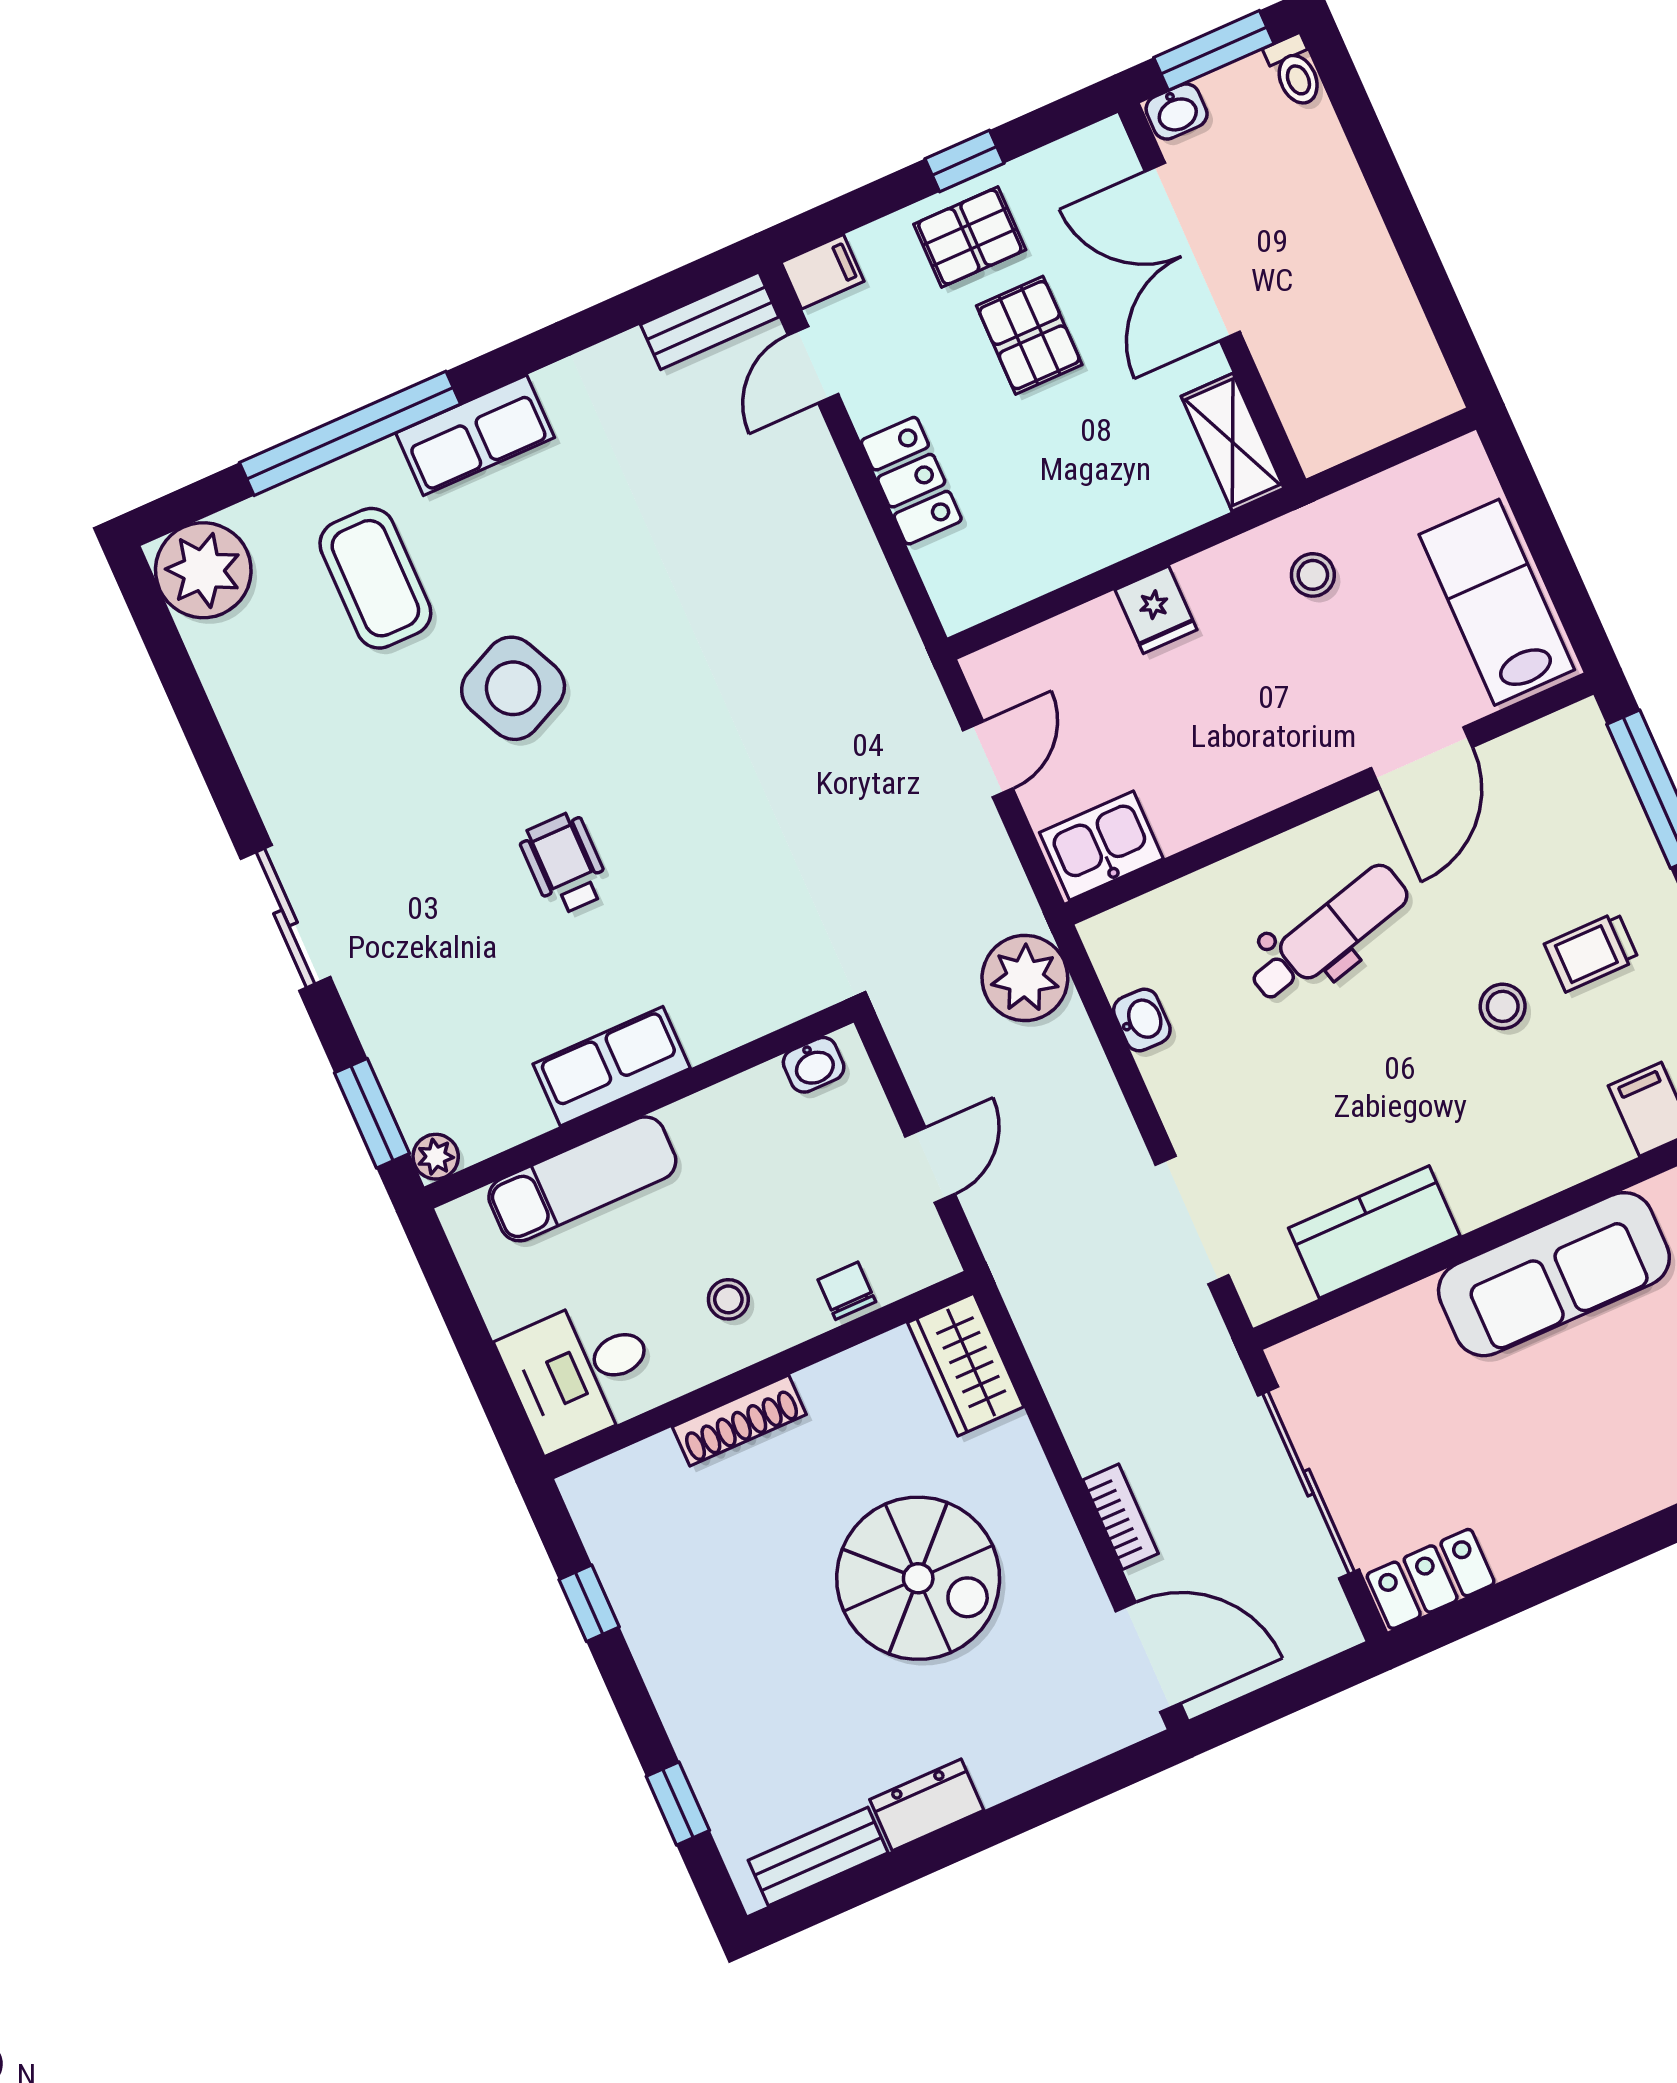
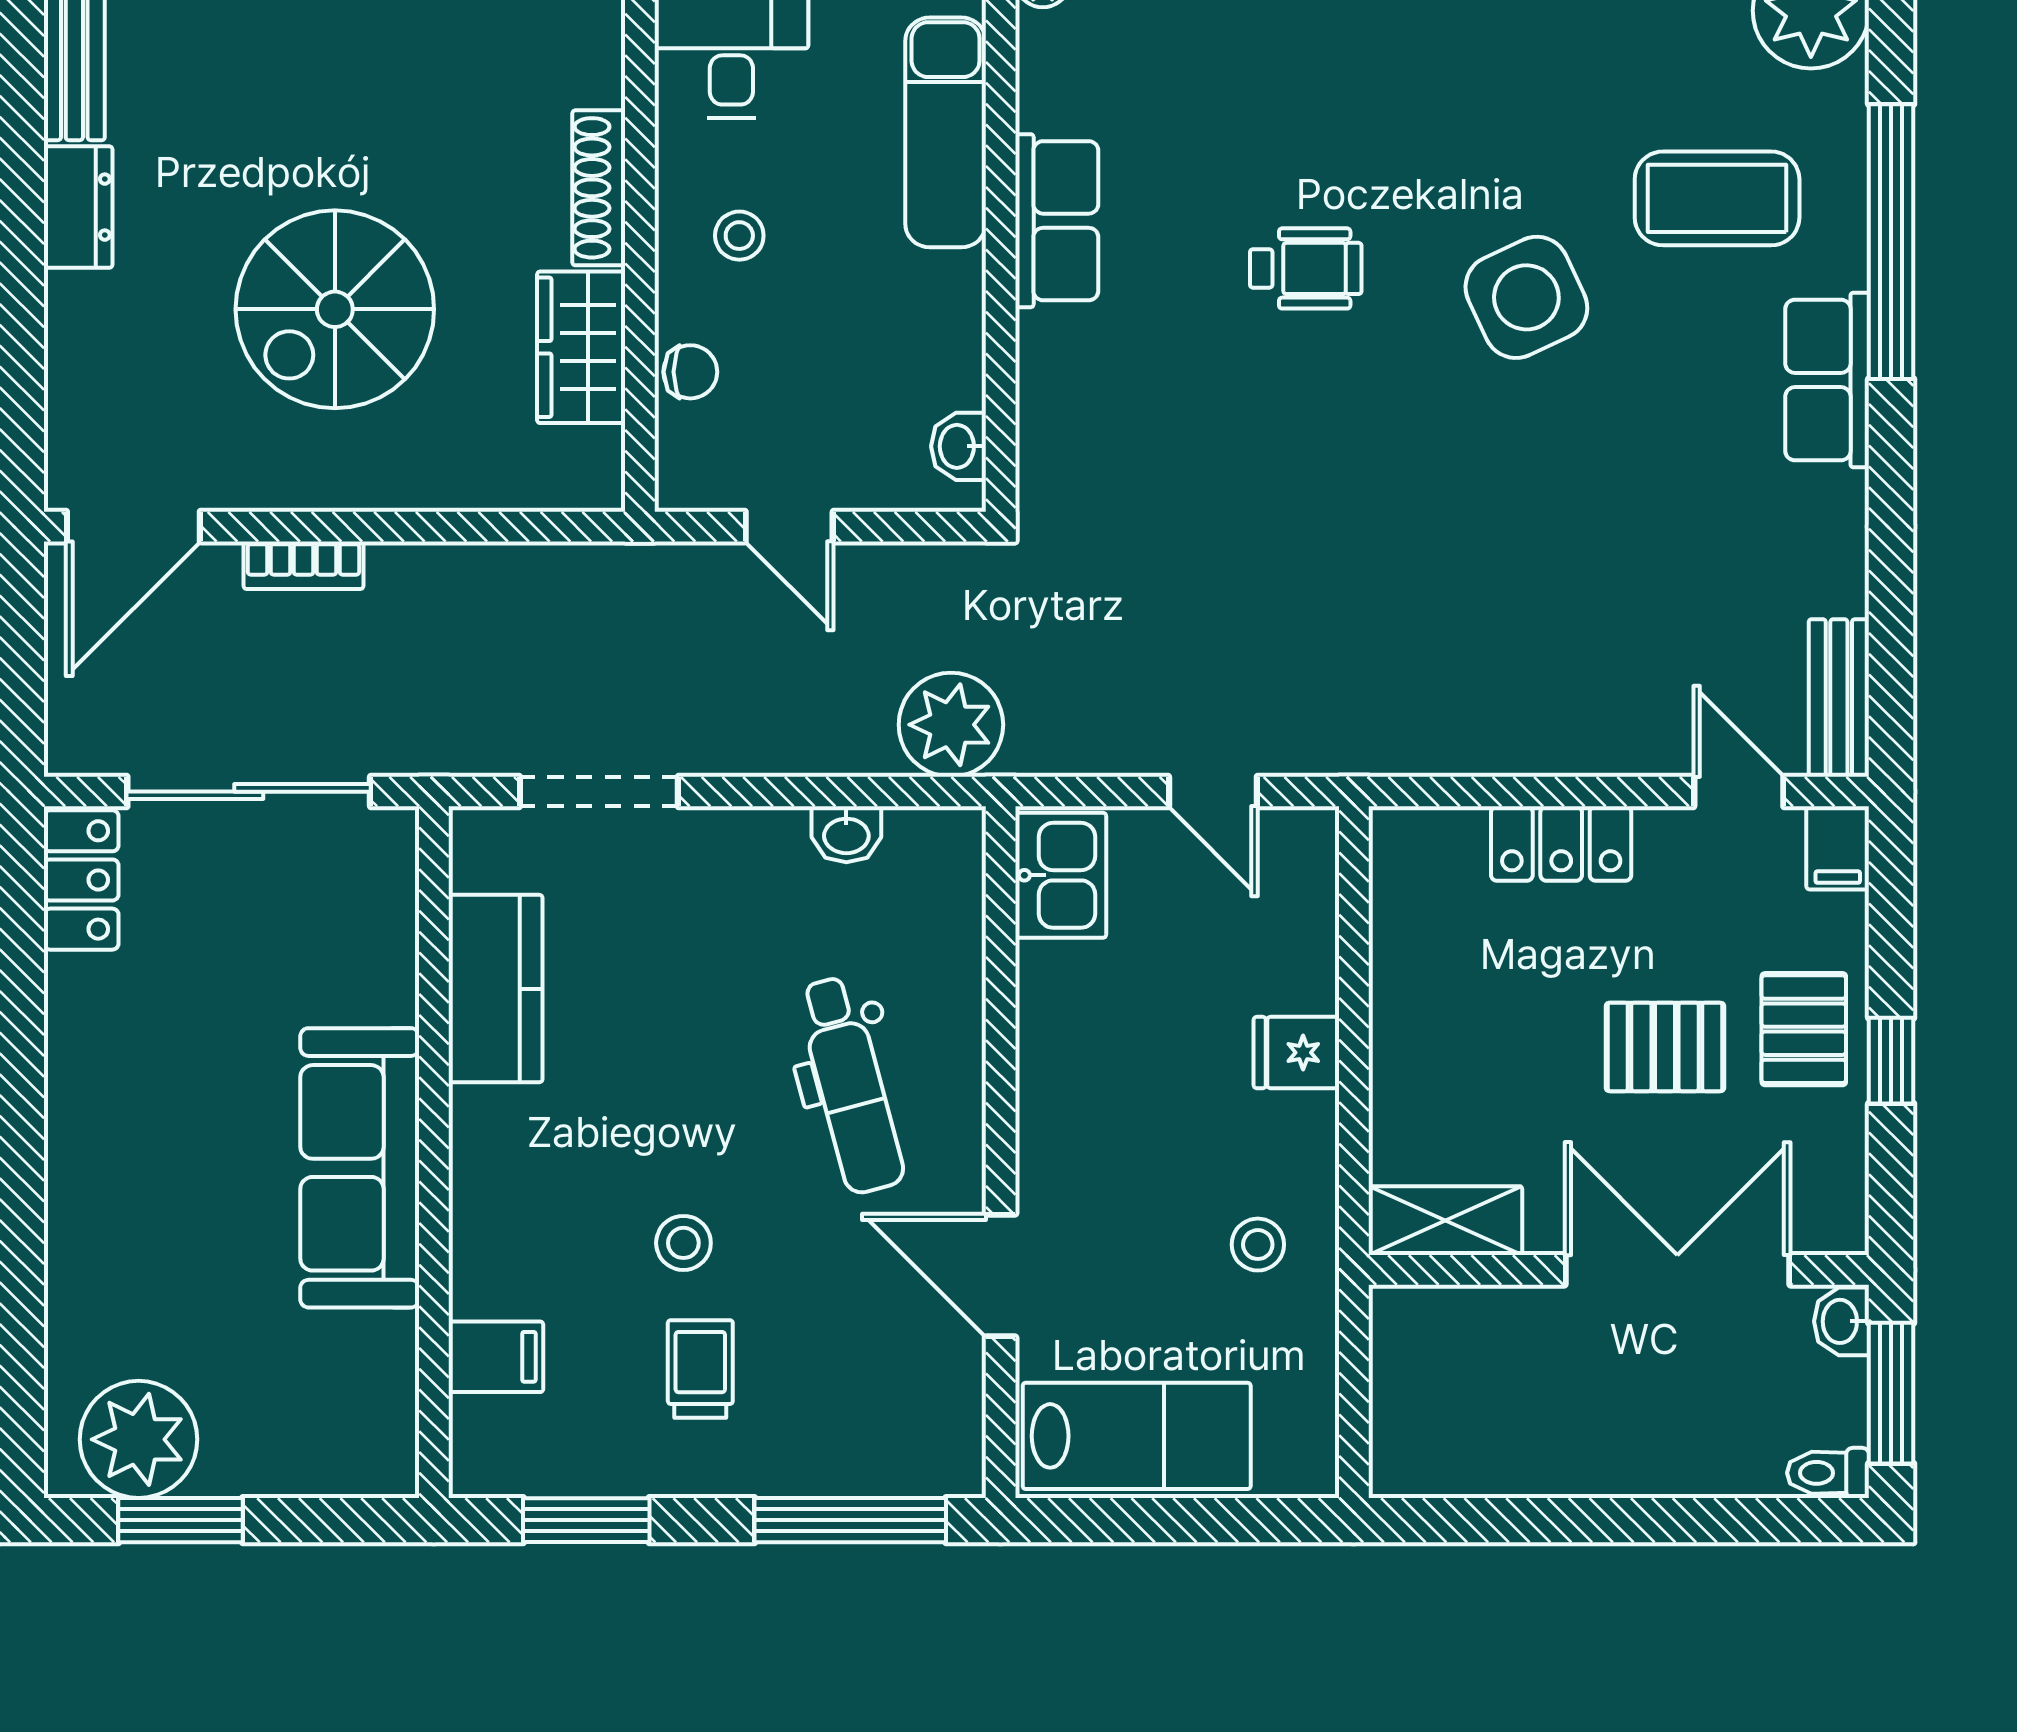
wardrobe: (966, 1365) -> (581, 347), moved, turned -90

